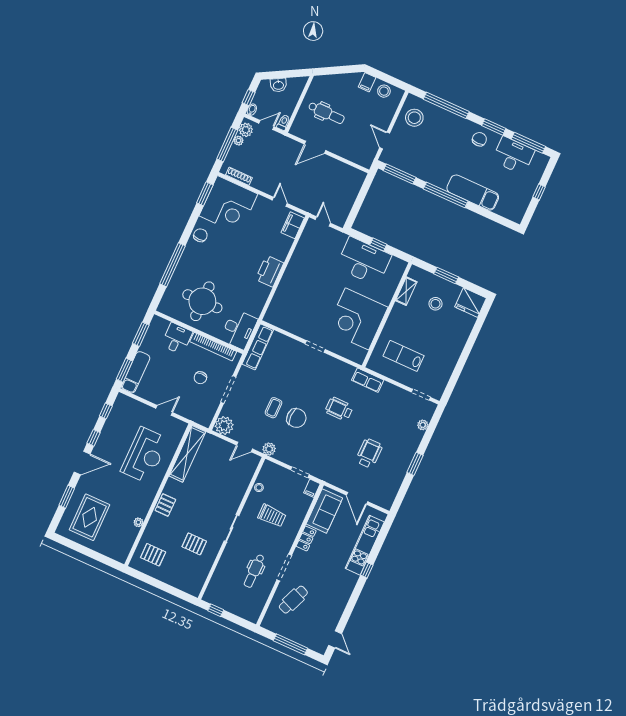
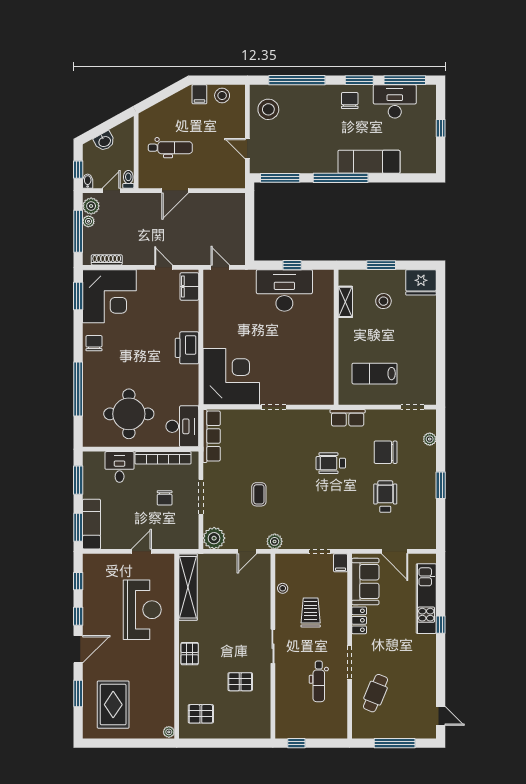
corner desk: (357, 319) -> (231, 377), moved, turned 180
chair: (296, 418) -> (386, 452), moved, turned 180
trolley: (272, 516) -> (311, 612), turned -90
plant: (138, 522) -> (169, 732), moved

